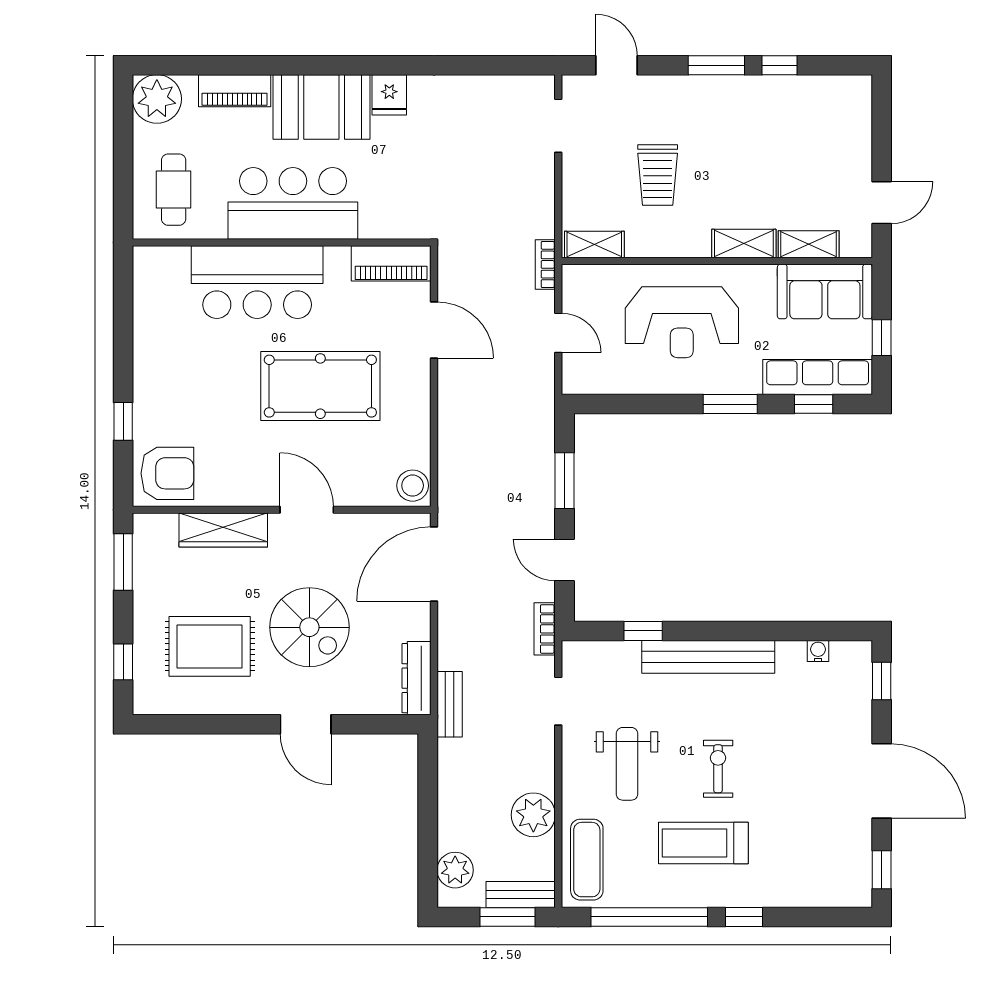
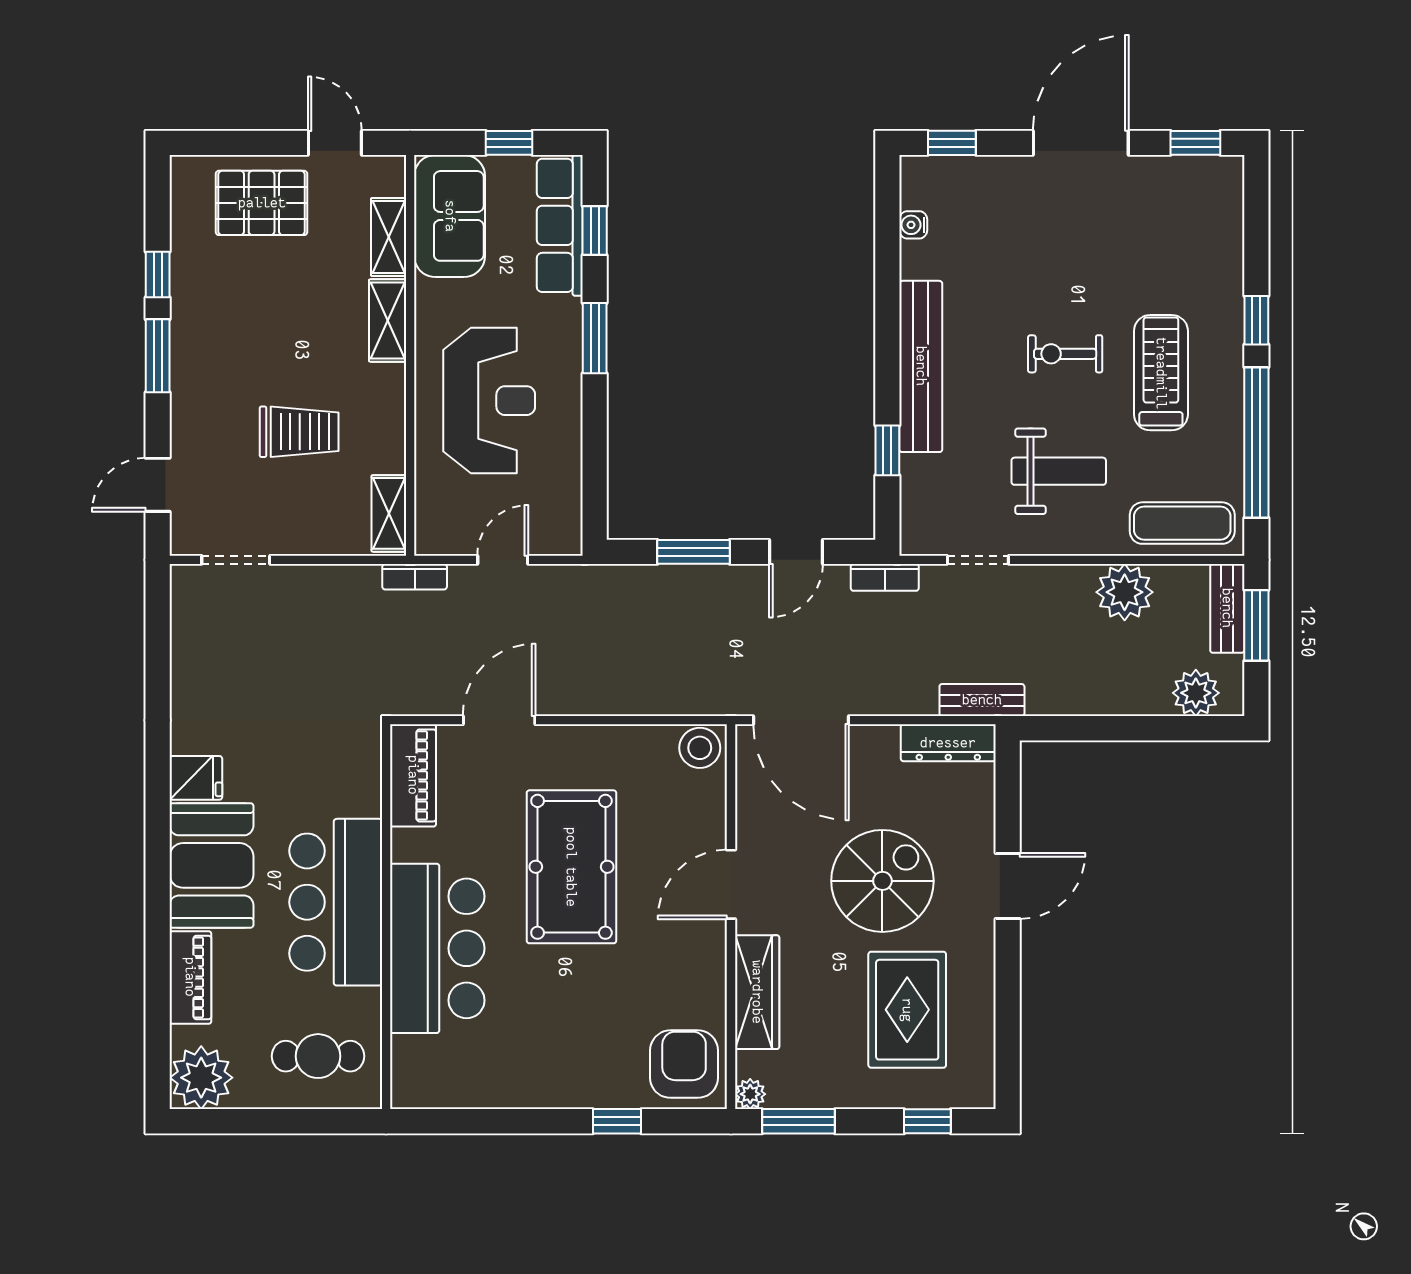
pallet: (835, 146) -> (262, 203), added
plant: (144, 525) -> (750, 1094), added
treadmill: (703, 843) -> (1161, 373), turned 180

